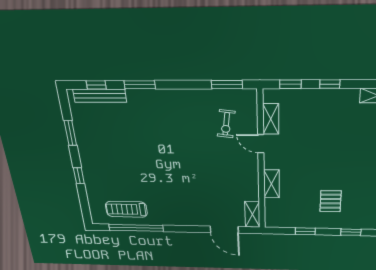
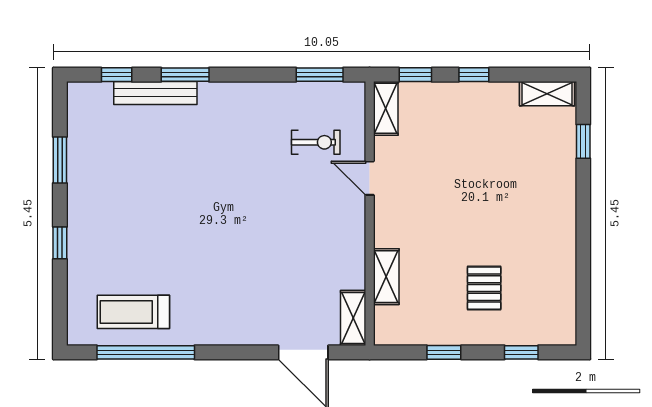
bench: (100, 96) -> (155, 93), moved
shelving: (271, 119) -> (386, 108), moved
exercise bike: (226, 124) -> (316, 142), turned -97
shelving: (272, 184) -> (386, 277), moved

